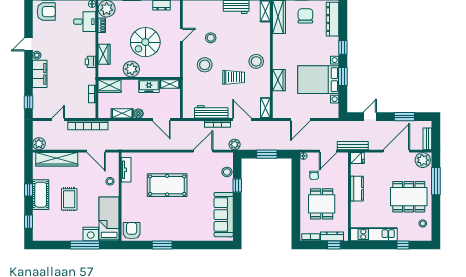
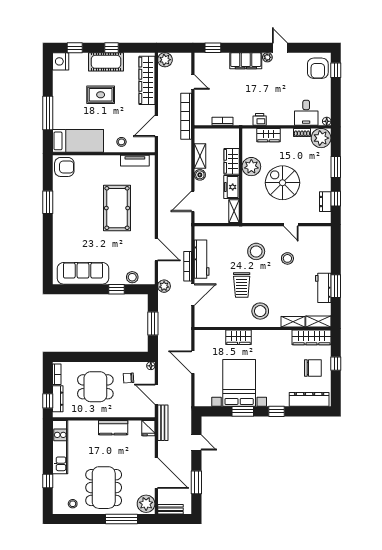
wardrobe: (109, 86) -> (232, 161), moved
shelving: (265, 108) -> (293, 322), moved
nightstand: (91, 234) -> (61, 61), moved

